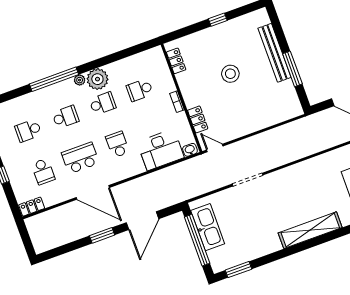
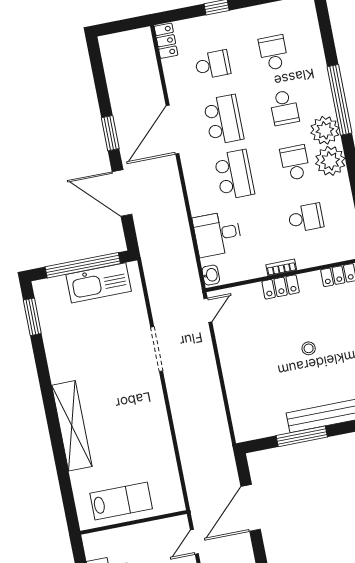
stool: (230, 74) -> (309, 348), width x0.53, depth x0.53
plant: (80, 80) -> (325, 130), width x1.88, depth x1.88
school desk: (140, 90) -> (306, 218), turned 90
school desk: (103, 103) -> (295, 163), turned 180
locker: (198, 119) -> (281, 287), moved
school desk: (117, 144) -> (234, 175), width x1.85
desk: (161, 150) -> (217, 234), width x0.73
school desk: (43, 171) -> (213, 65), turned 180

